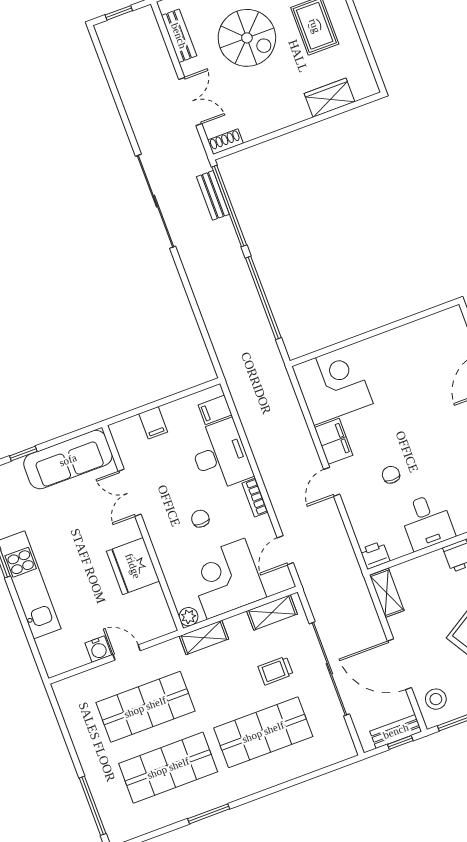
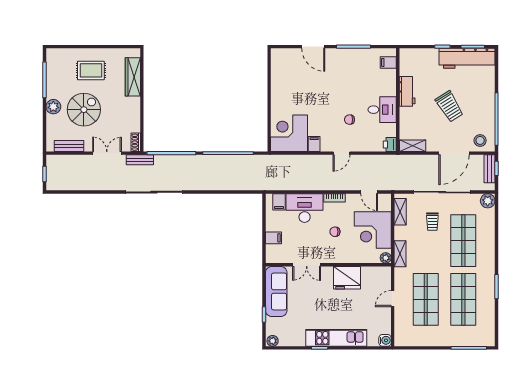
wardrobe: (330, 98) -> (133, 77), width x1.50
bench: (213, 195) -> (140, 160), moved
filing cabinet: (334, 441) -> (314, 144), width x0.50
door: (332, 482) -> (341, 153), hinge flipped
water cooler: (98, 649) -> (385, 340), moved
plant: (343, 748) -> (488, 201), added

